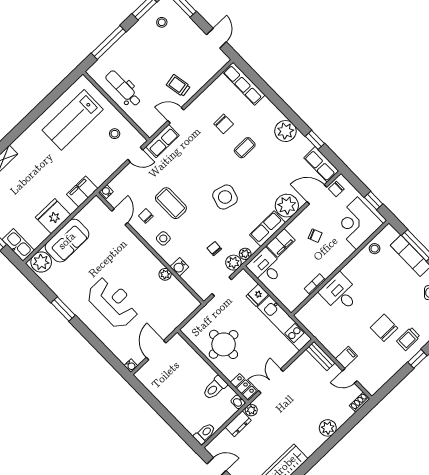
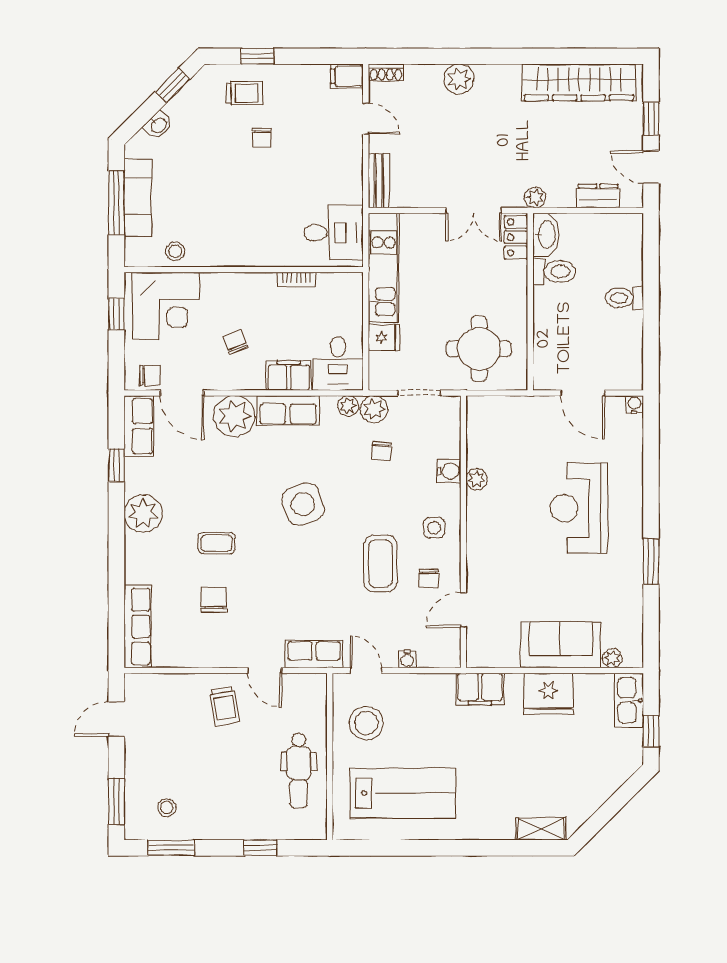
window: (109, 43) -> (260, 848), width x0.46
stool: (115, 134) -> (366, 723), width x1.89, depth x1.89
water cooler: (106, 192) -> (407, 659), moved
side table: (225, 197) -> (303, 504), turned -36
plant: (41, 262) -> (612, 658), width x0.53, depth x0.53
desk: (340, 293) -> (334, 233), moved, turned -90
chair: (384, 328) -> (262, 138), width x0.54, depth x0.54
round table: (224, 344) -> (479, 349), moved
door: (156, 350) -> (583, 393), hinge flipped
filing cabinet: (346, 357) -> (347, 76), moved
washbasin: (238, 402) -> (546, 235), width x1.91, depth x1.45
dresser: (238, 424) -> (598, 196), moved
toilet: (205, 433) -> (624, 298), moved

